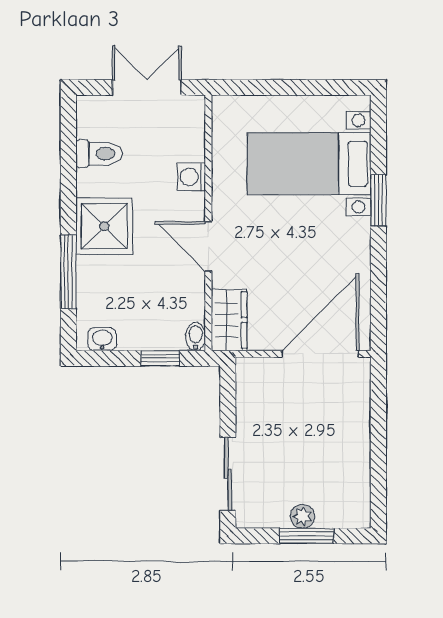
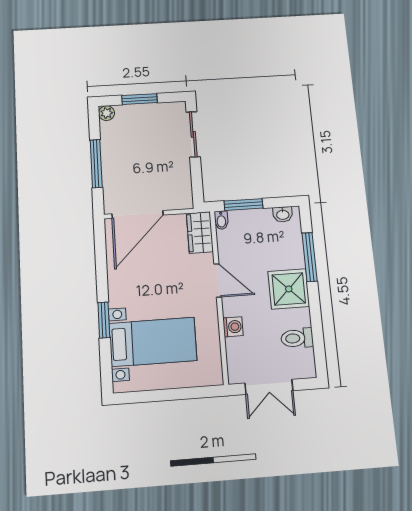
window: (160, 358) -> (243, 205), width x1.50
window: (378, 437) -> (96, 164), added
plant: (302, 516) -> (106, 113), moved

